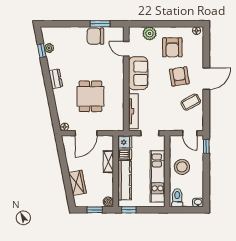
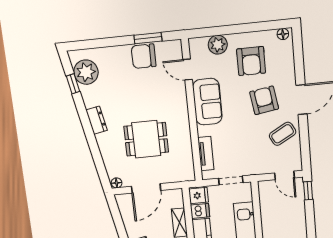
plant: (49, 48) -> (86, 72), width x1.88, depth x1.88
dining table: (90, 96) -> (146, 139), turned 90
tv unit: (133, 111) -> (206, 154), width x0.71
stool: (182, 167) -> (277, 220), removed

